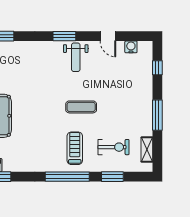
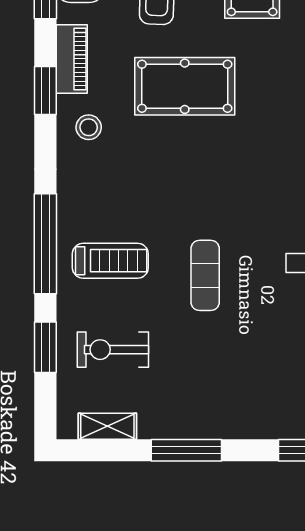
exercise bike: (113, 147) -> (113, 350), turned 90
stool: (17, 158) -> (89, 127), added

